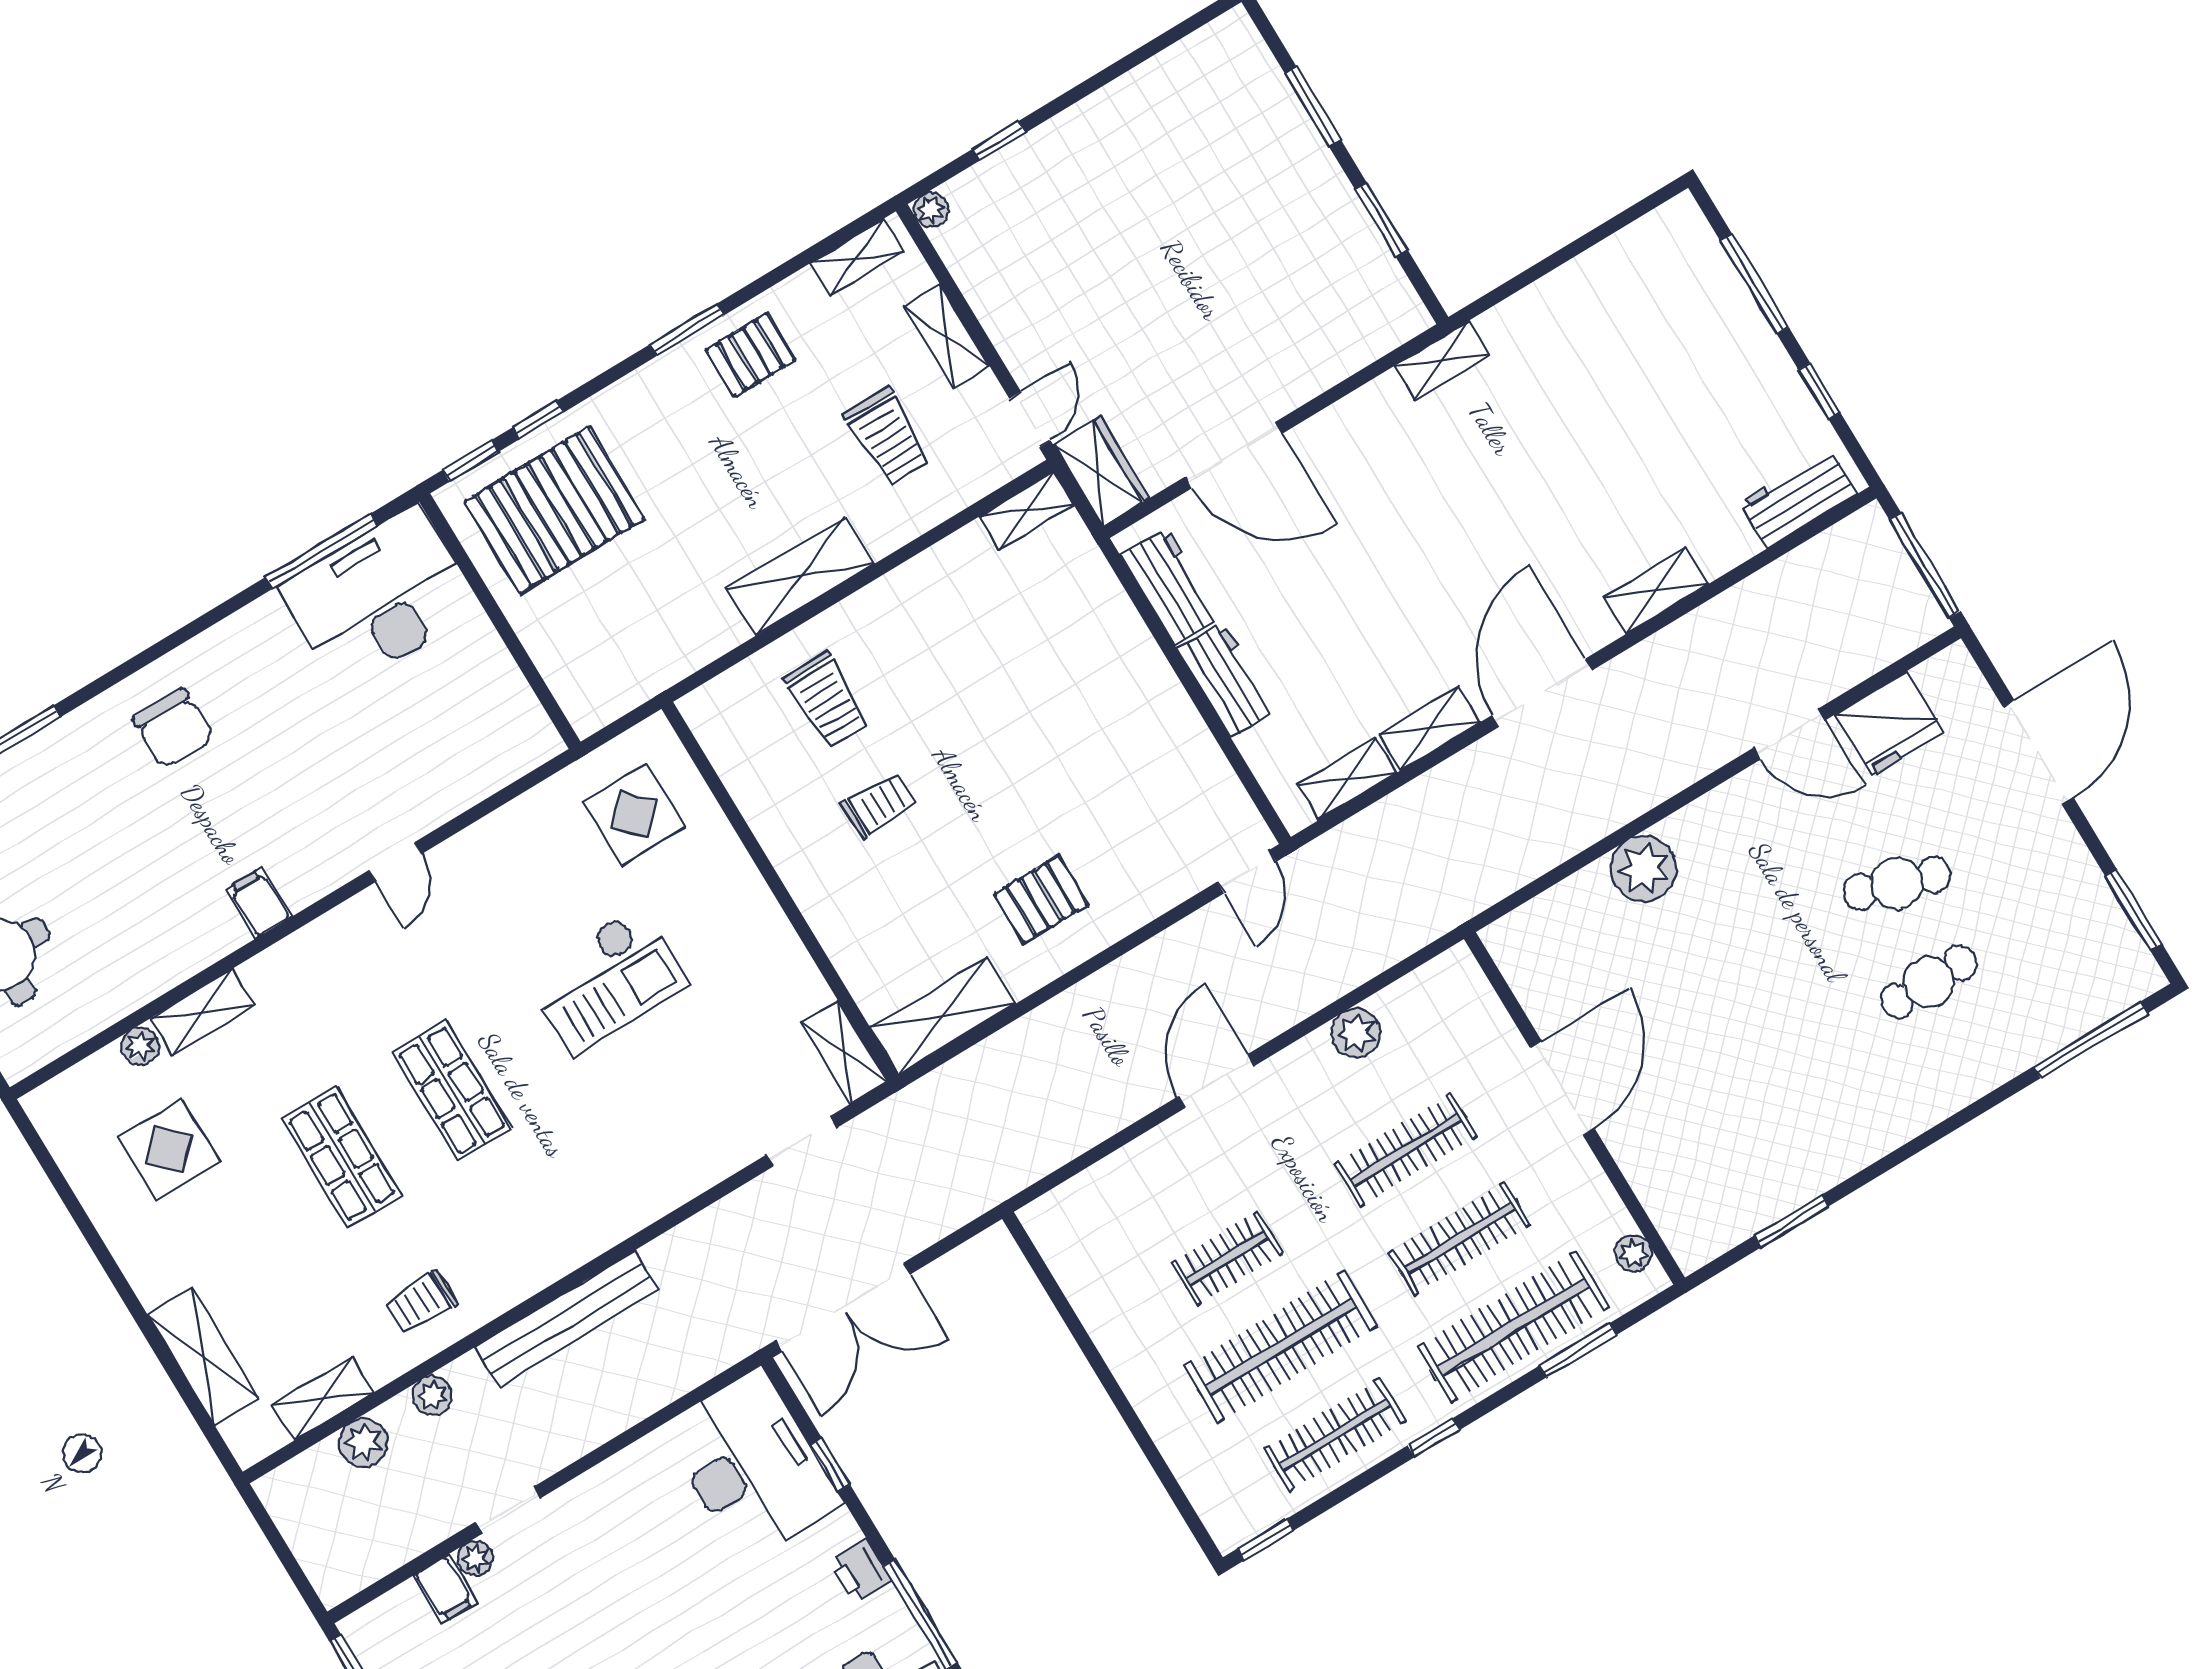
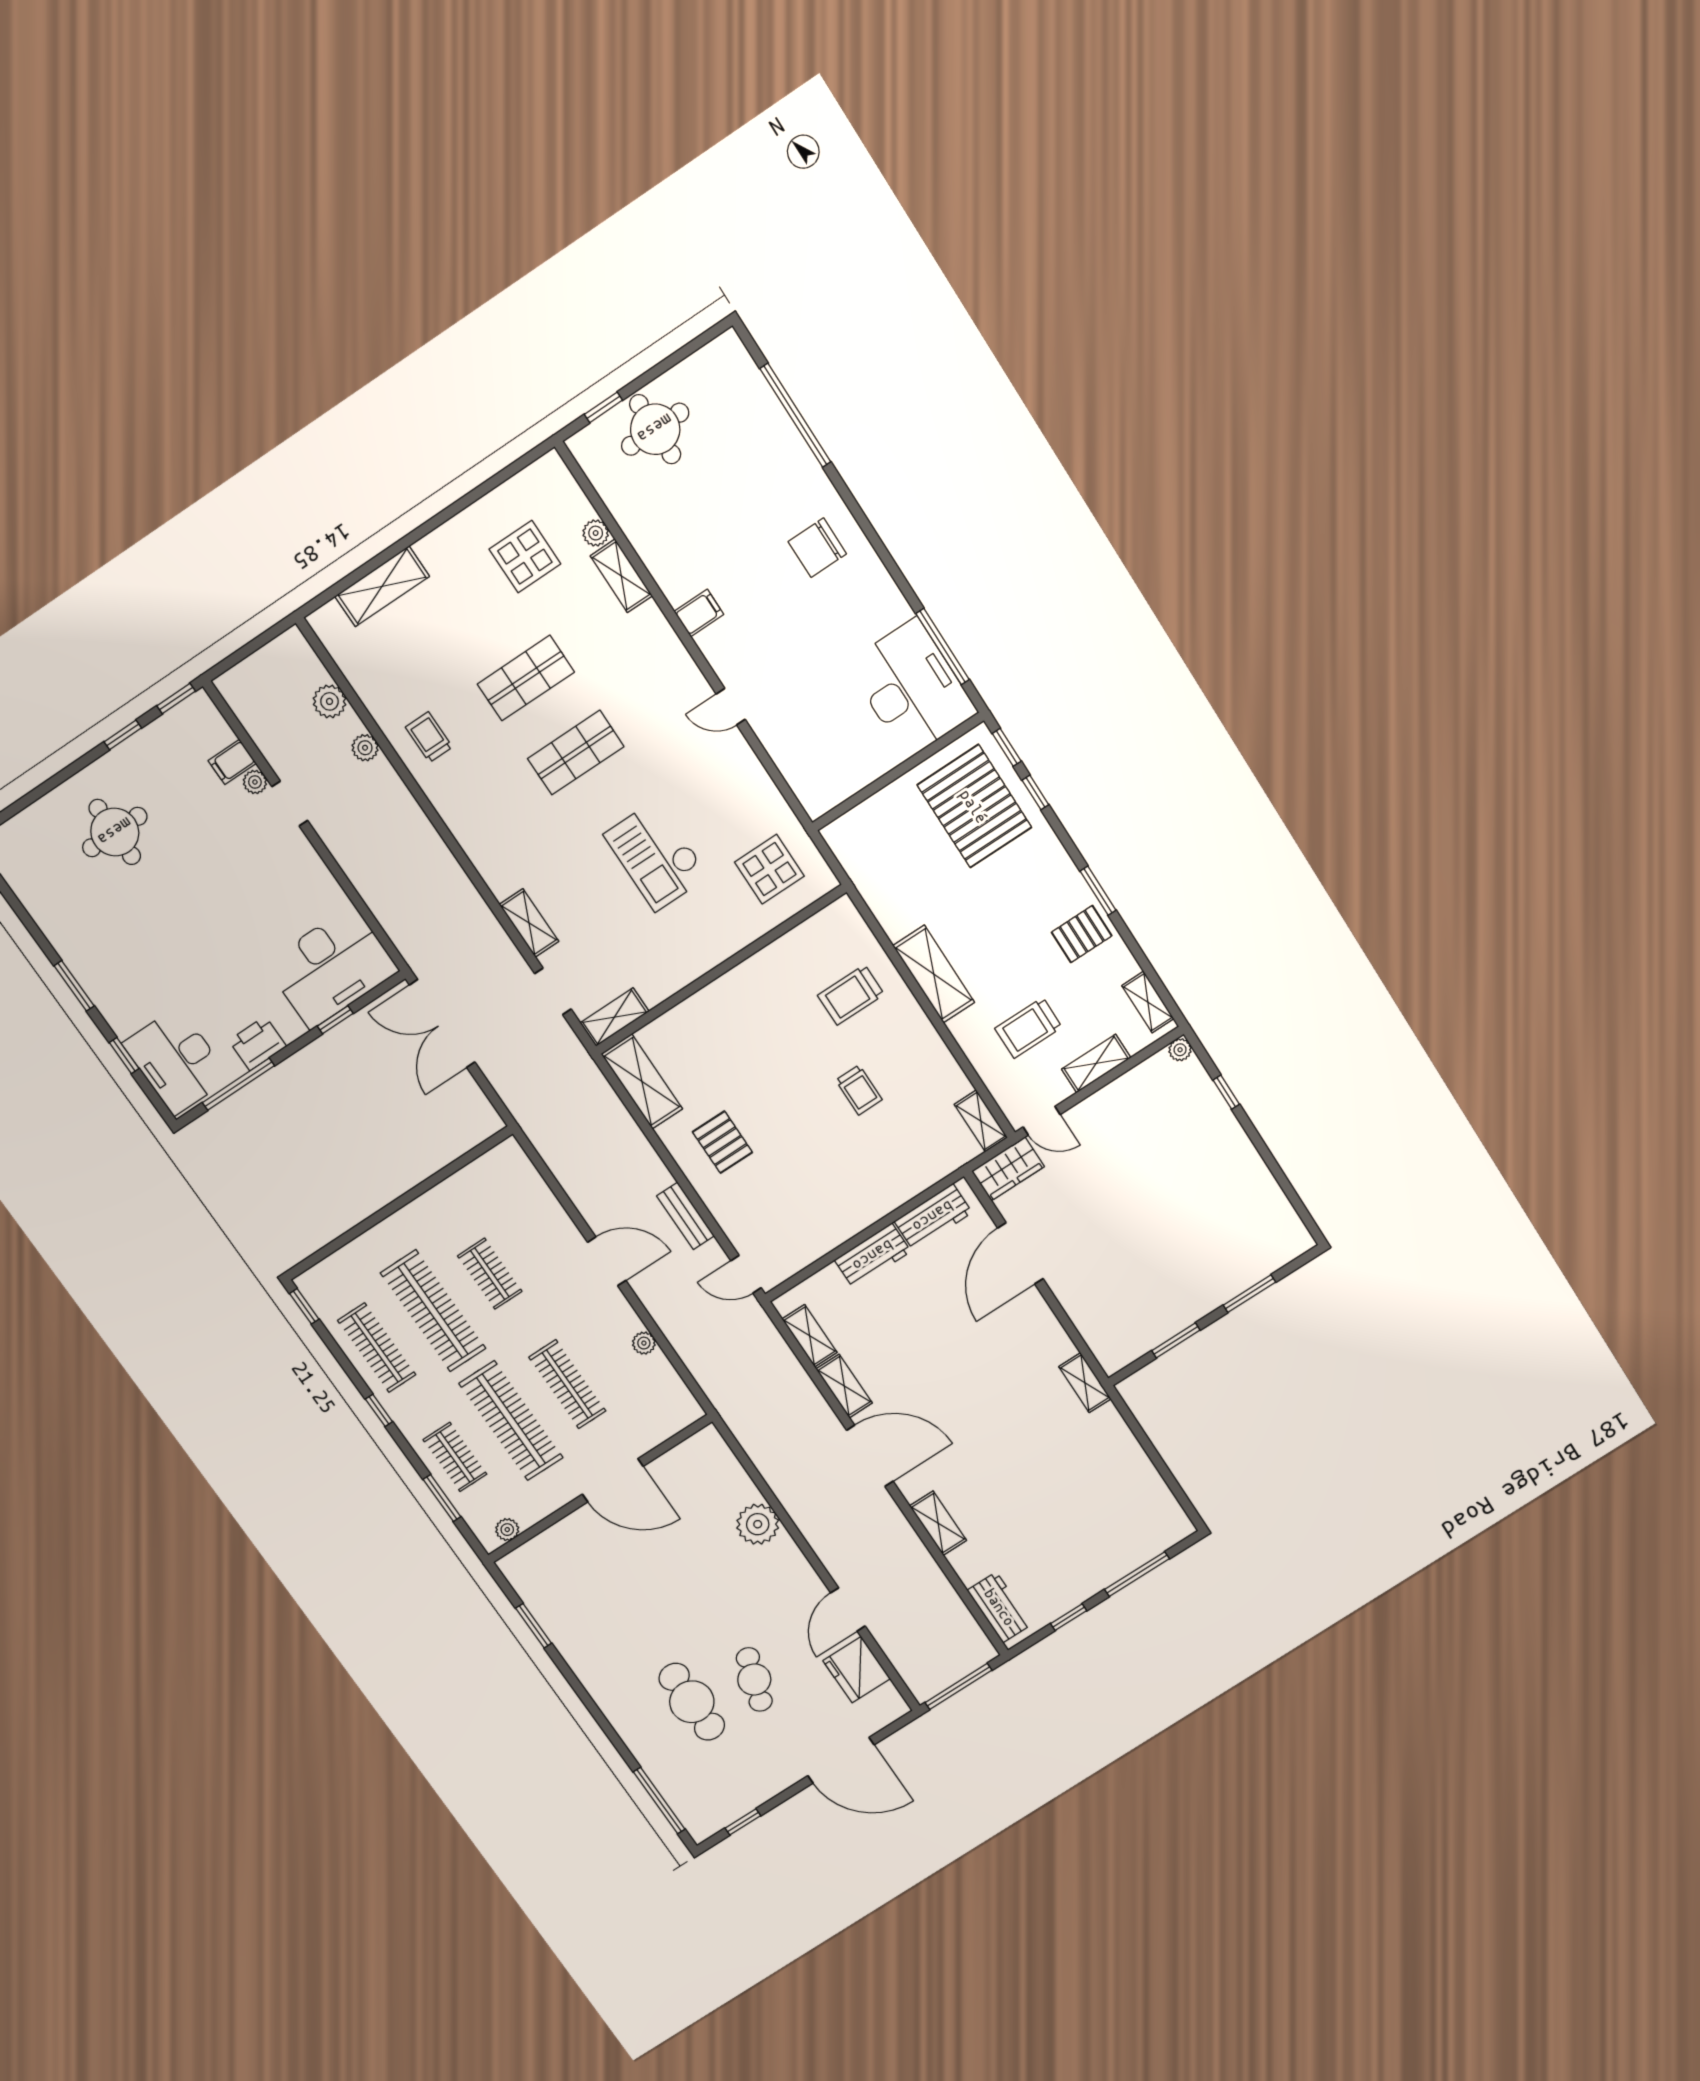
pallet: (750, 355) -> (1082, 934), turned 90
trolley: (879, 805) -> (859, 1090), moved
window: (2134, 910) -> (743, 1822), width x0.67
cafe table: (1929, 982) -> (692, 1702), width x1.37, depth x1.35
plant: (1356, 1033) -> (644, 1343), width x0.73, depth x0.73
clothes rail: (1460, 1238) -> (511, 1421), width x1.37, depth x1.31
bench: (567, 1319) -> (685, 1216), moved, width x0.54, depth x0.82
clothes rail: (1513, 1327) -> (455, 1457), width x0.54, depth x0.76
shelving: (323, 1399) -> (529, 923), moved
printer: (860, 1571) -> (258, 1043), width x1.36, depth x1.24

